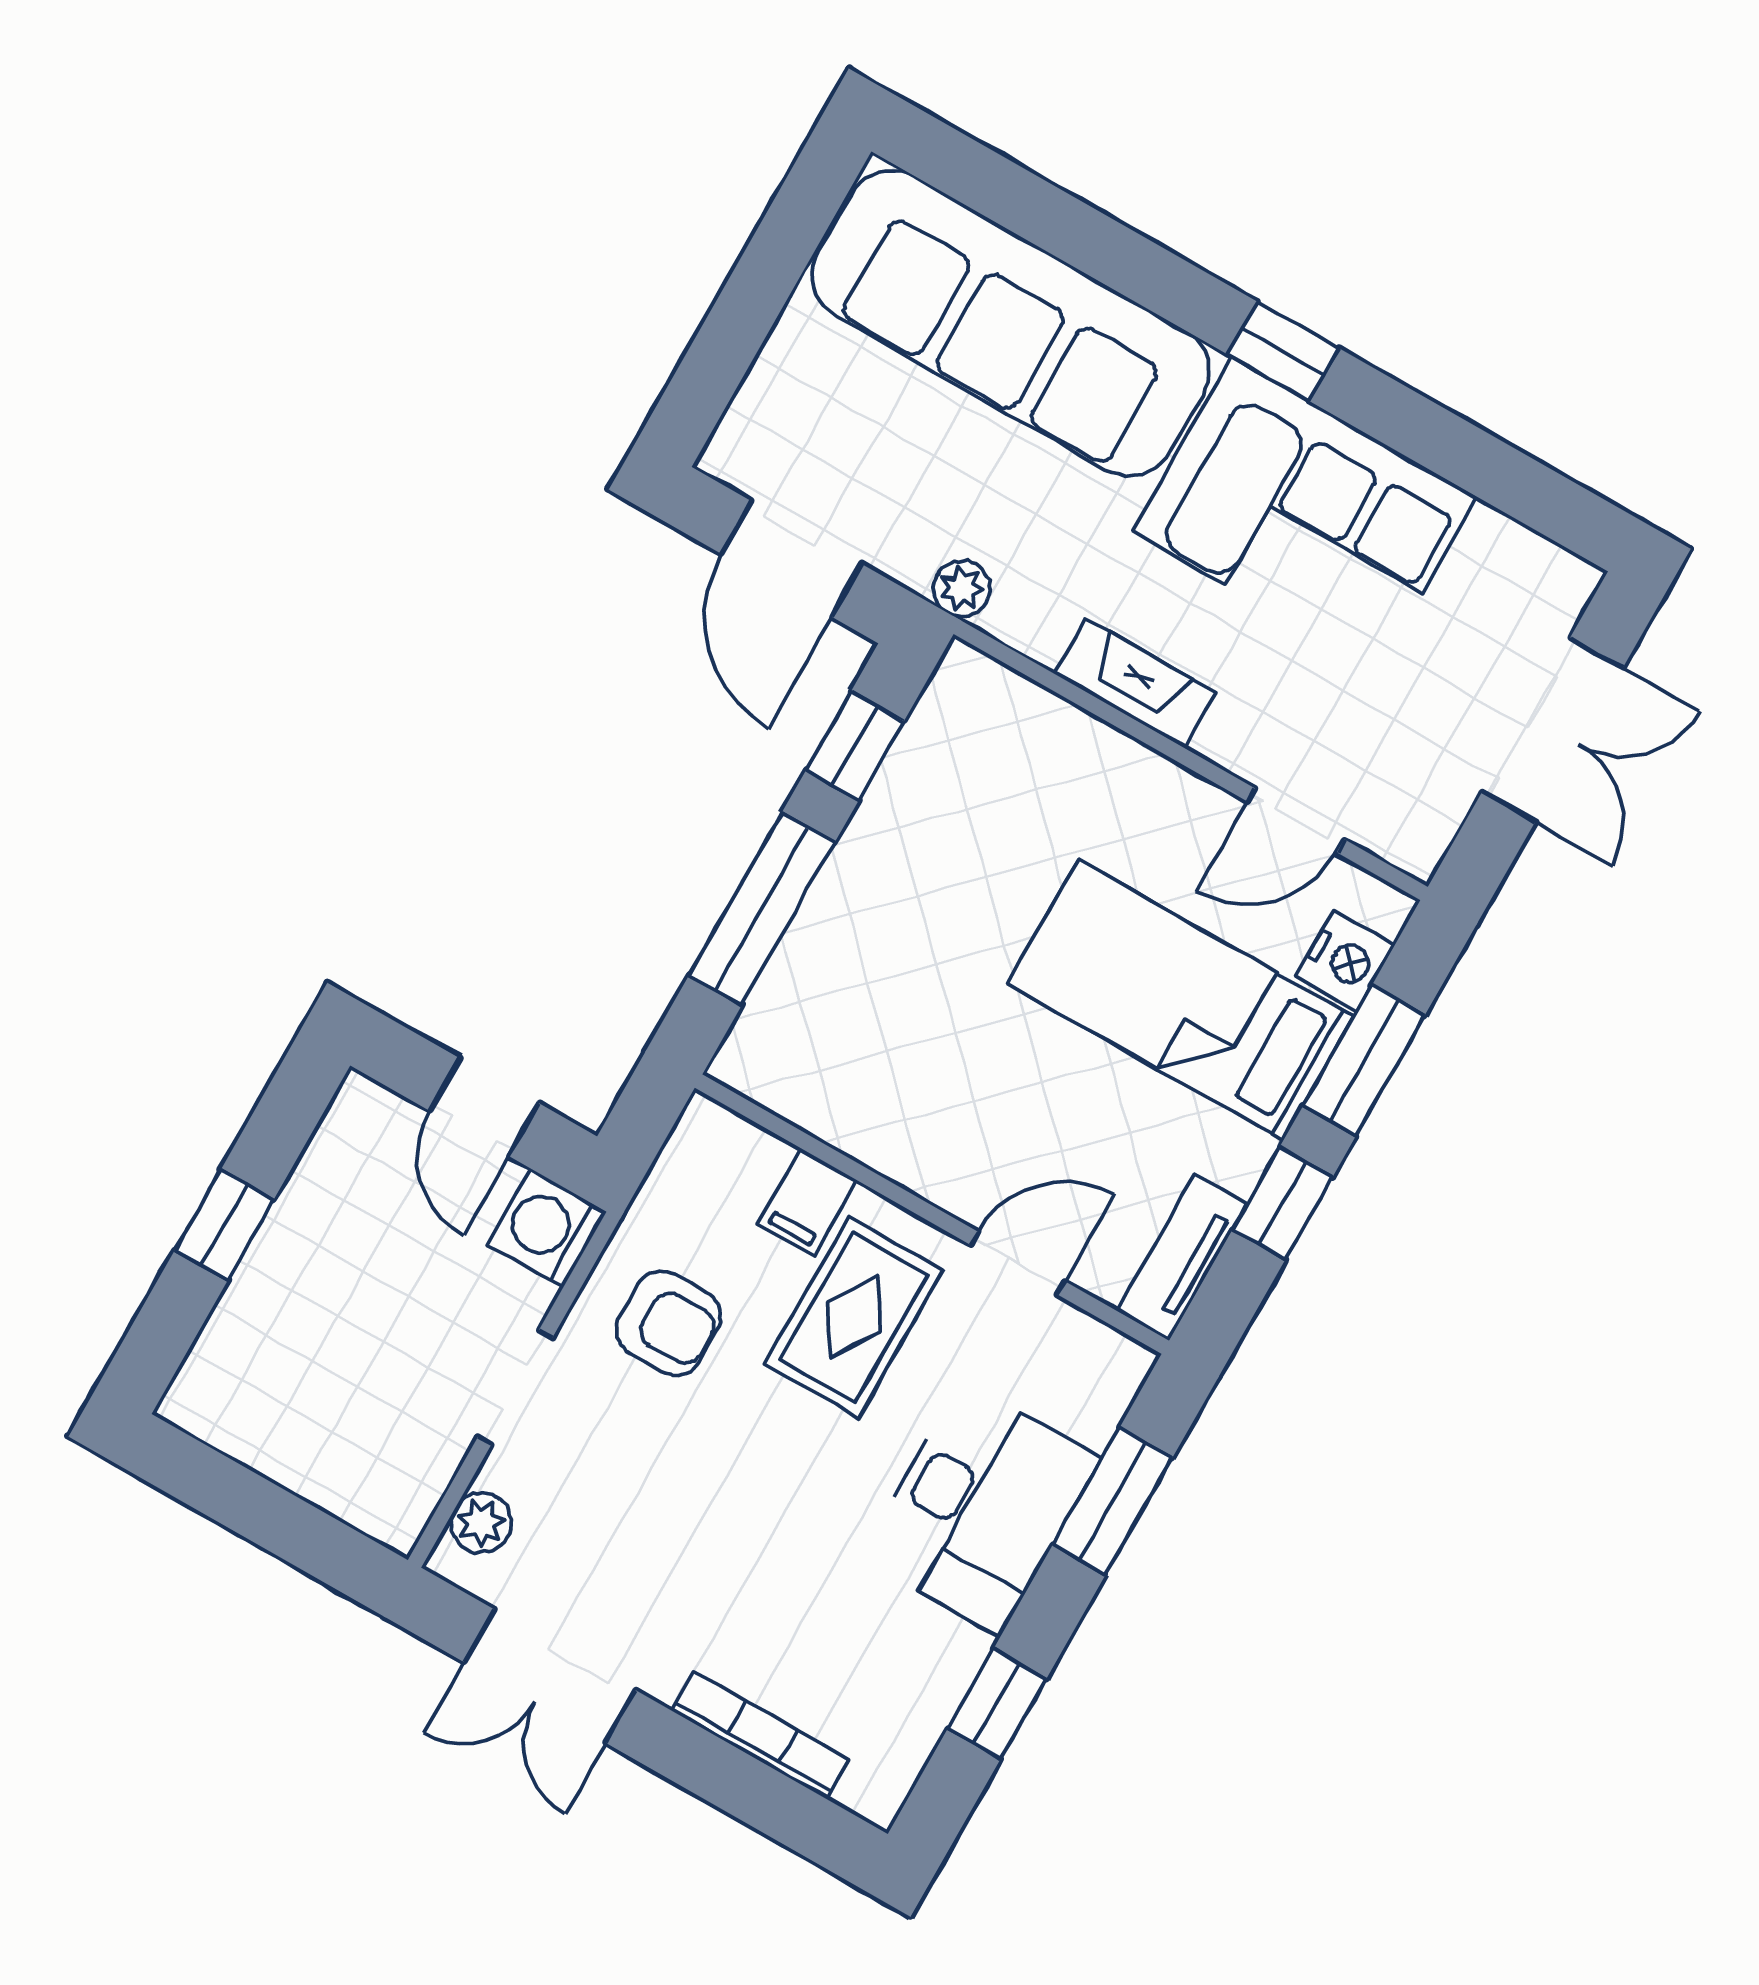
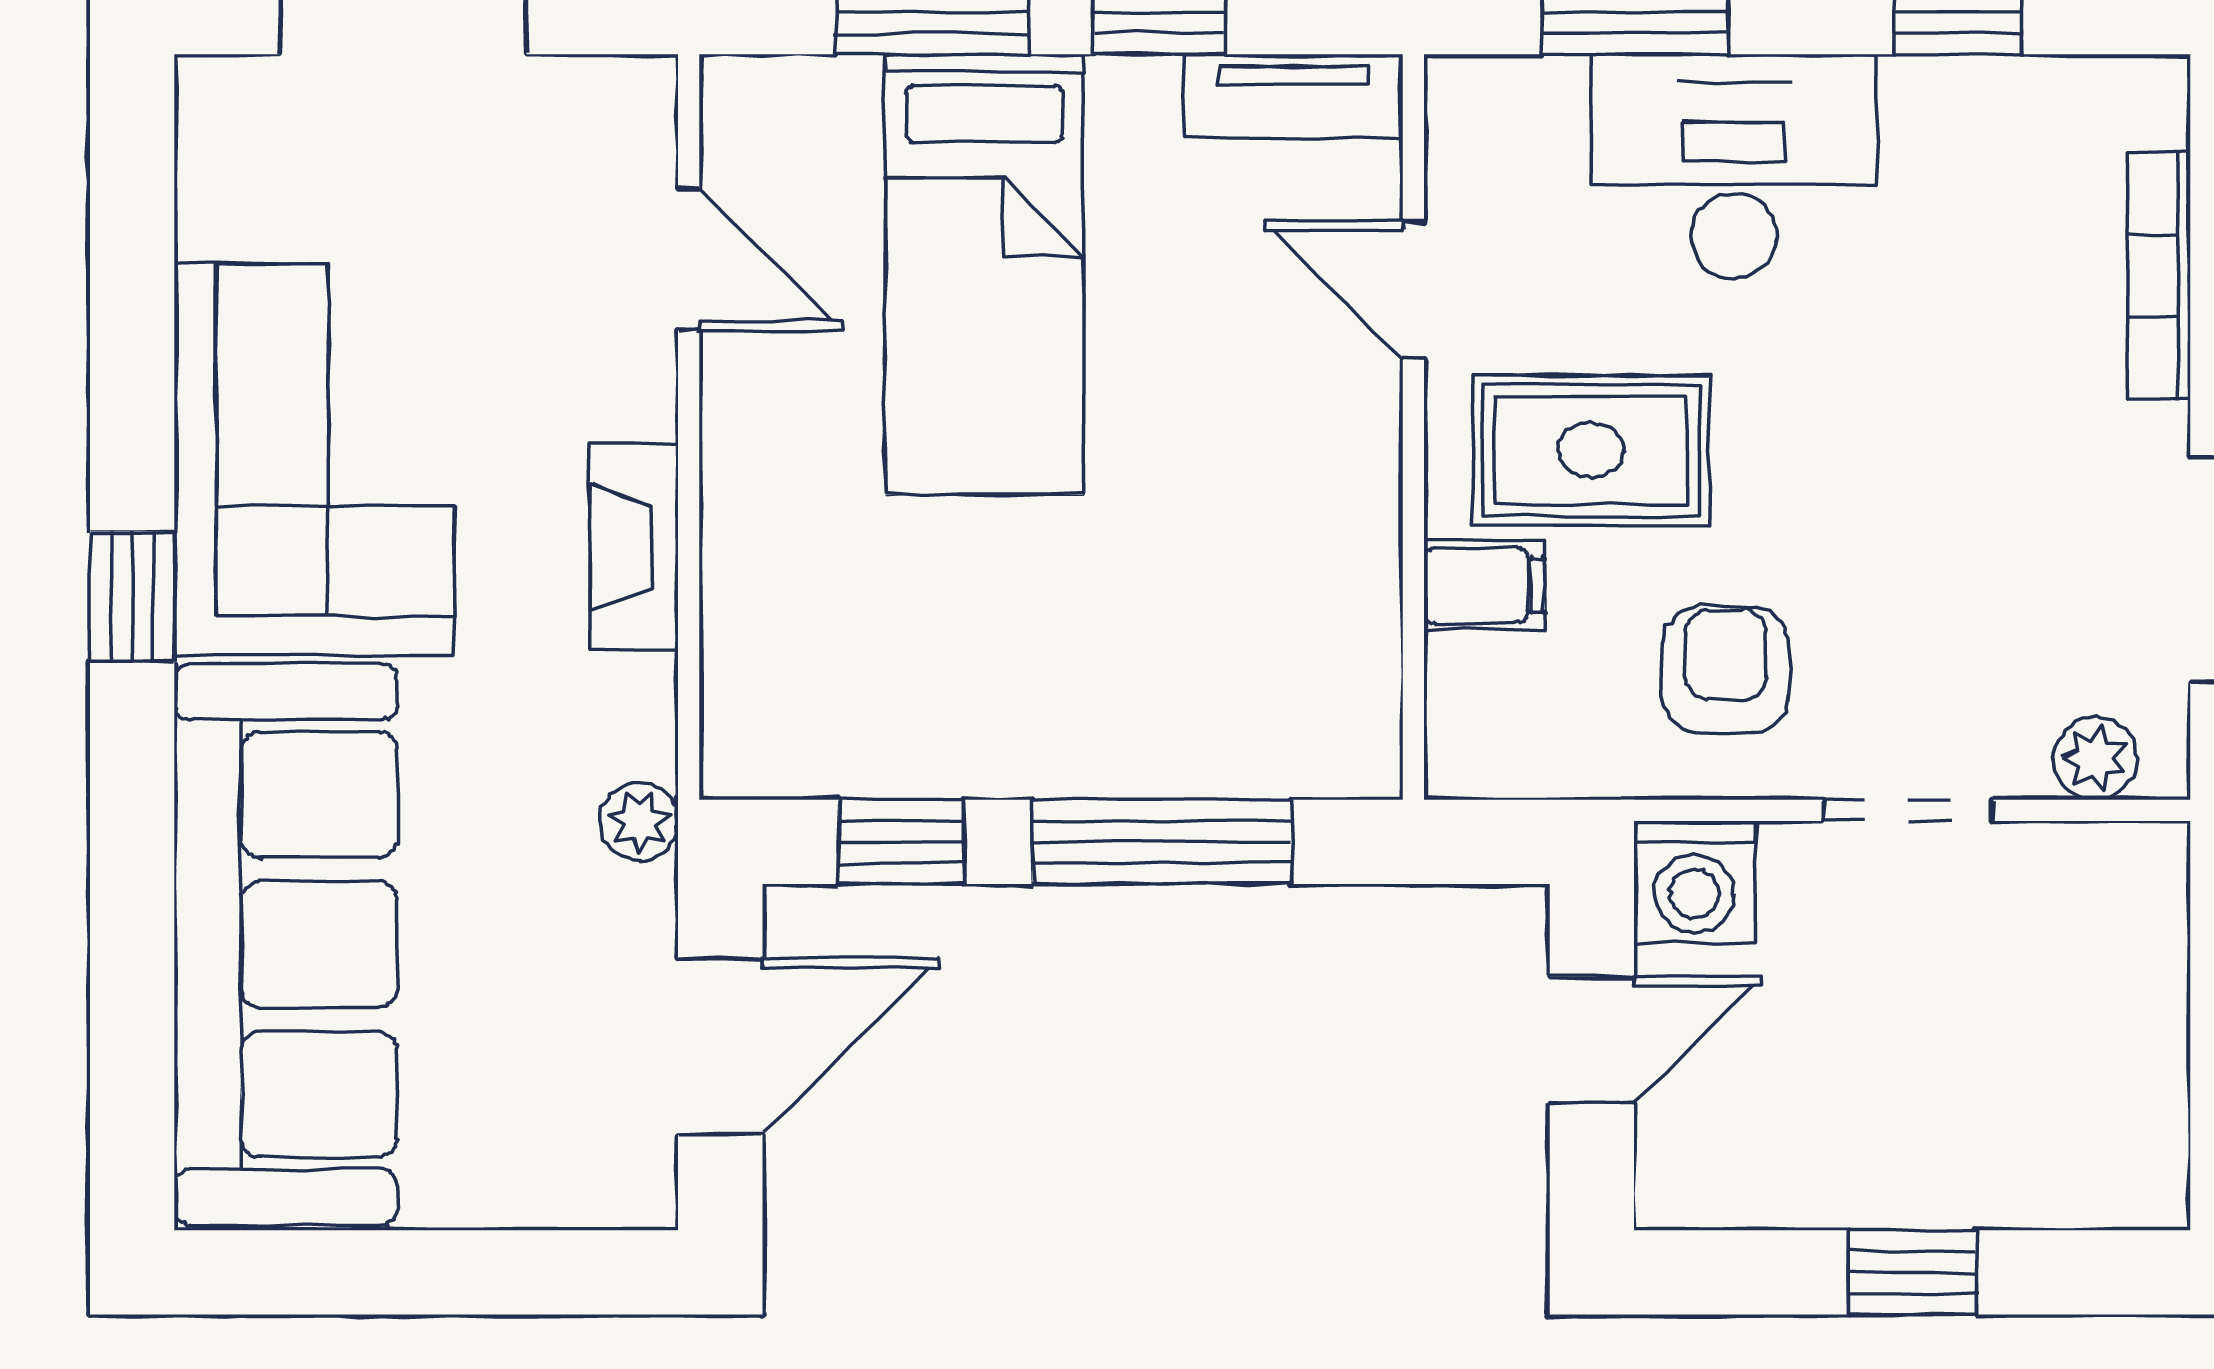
nightstand: (1345, 961) -> (824, 103), removed

